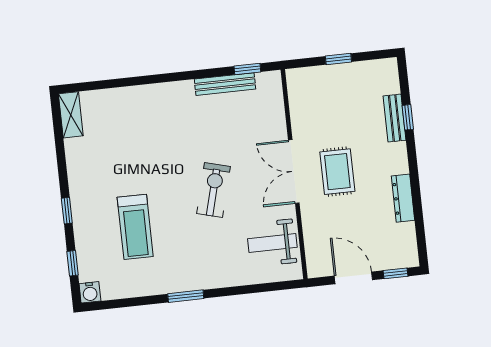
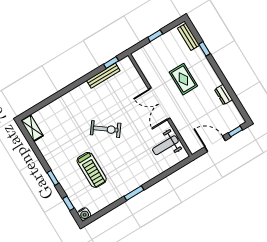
bench: (395, 118) -> (189, 37), moved
rug: (337, 172) -> (183, 79), moved
exercise bike: (213, 190) -> (106, 129), moved, turned 112
dresser: (403, 198) -> (223, 95), width x0.70

